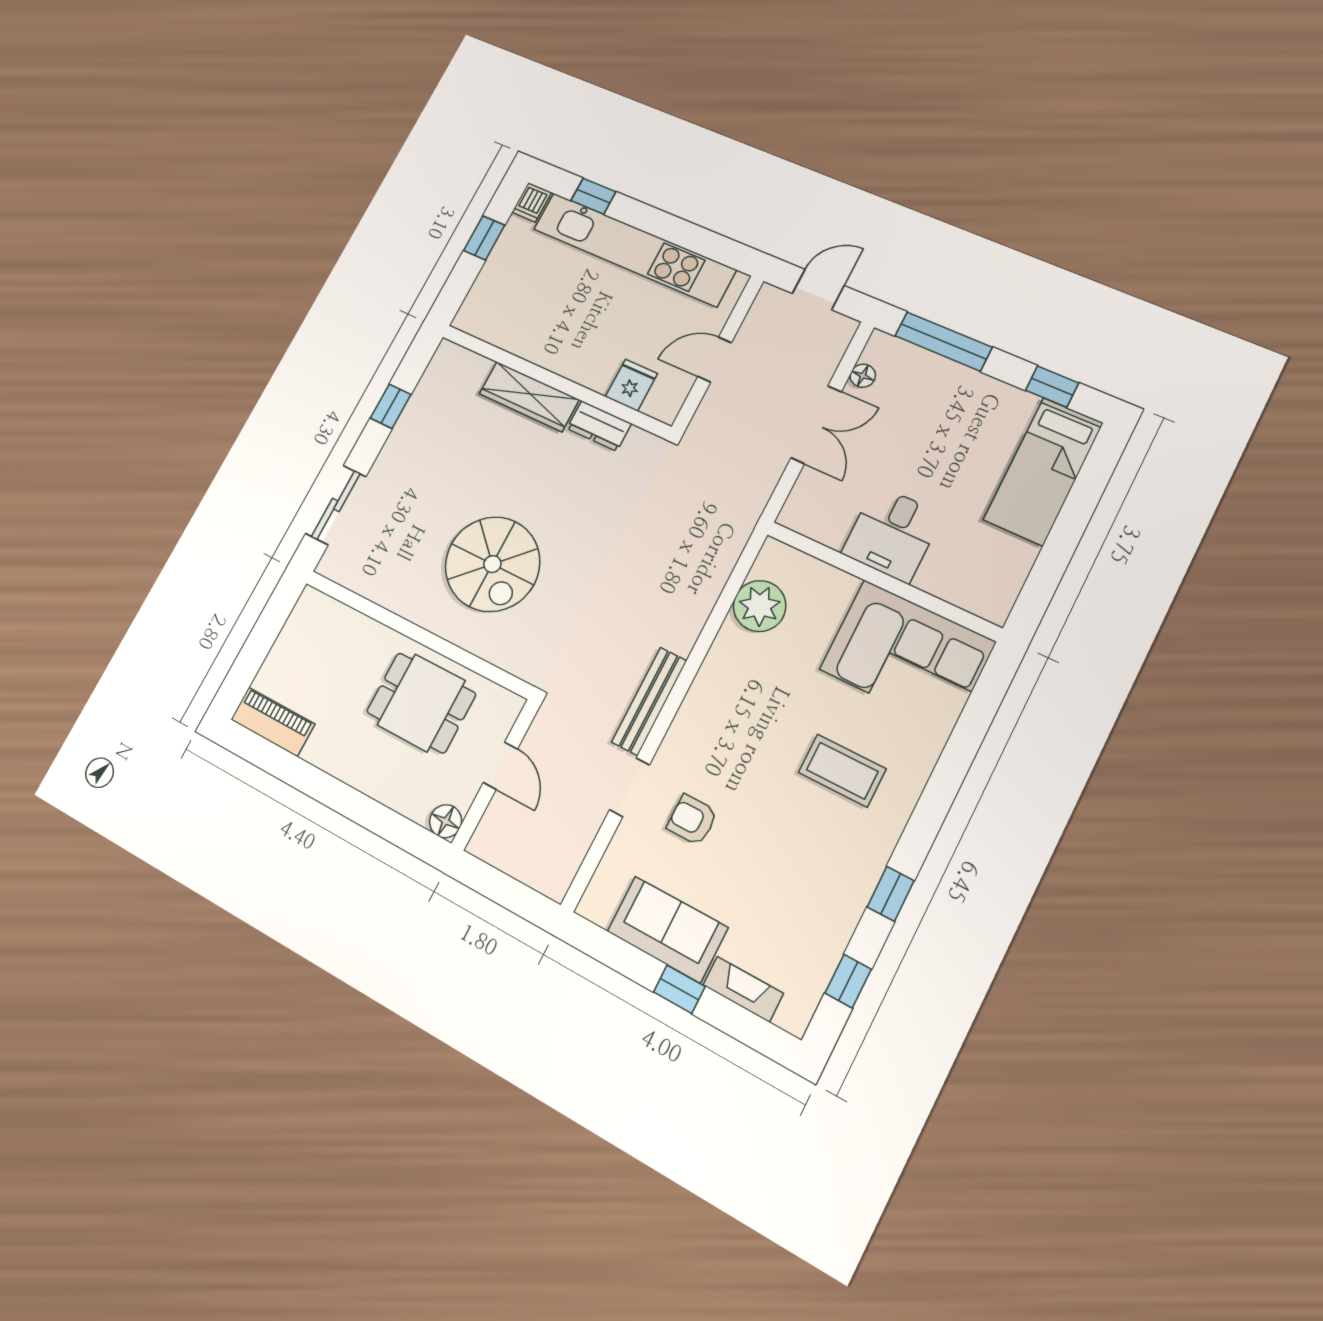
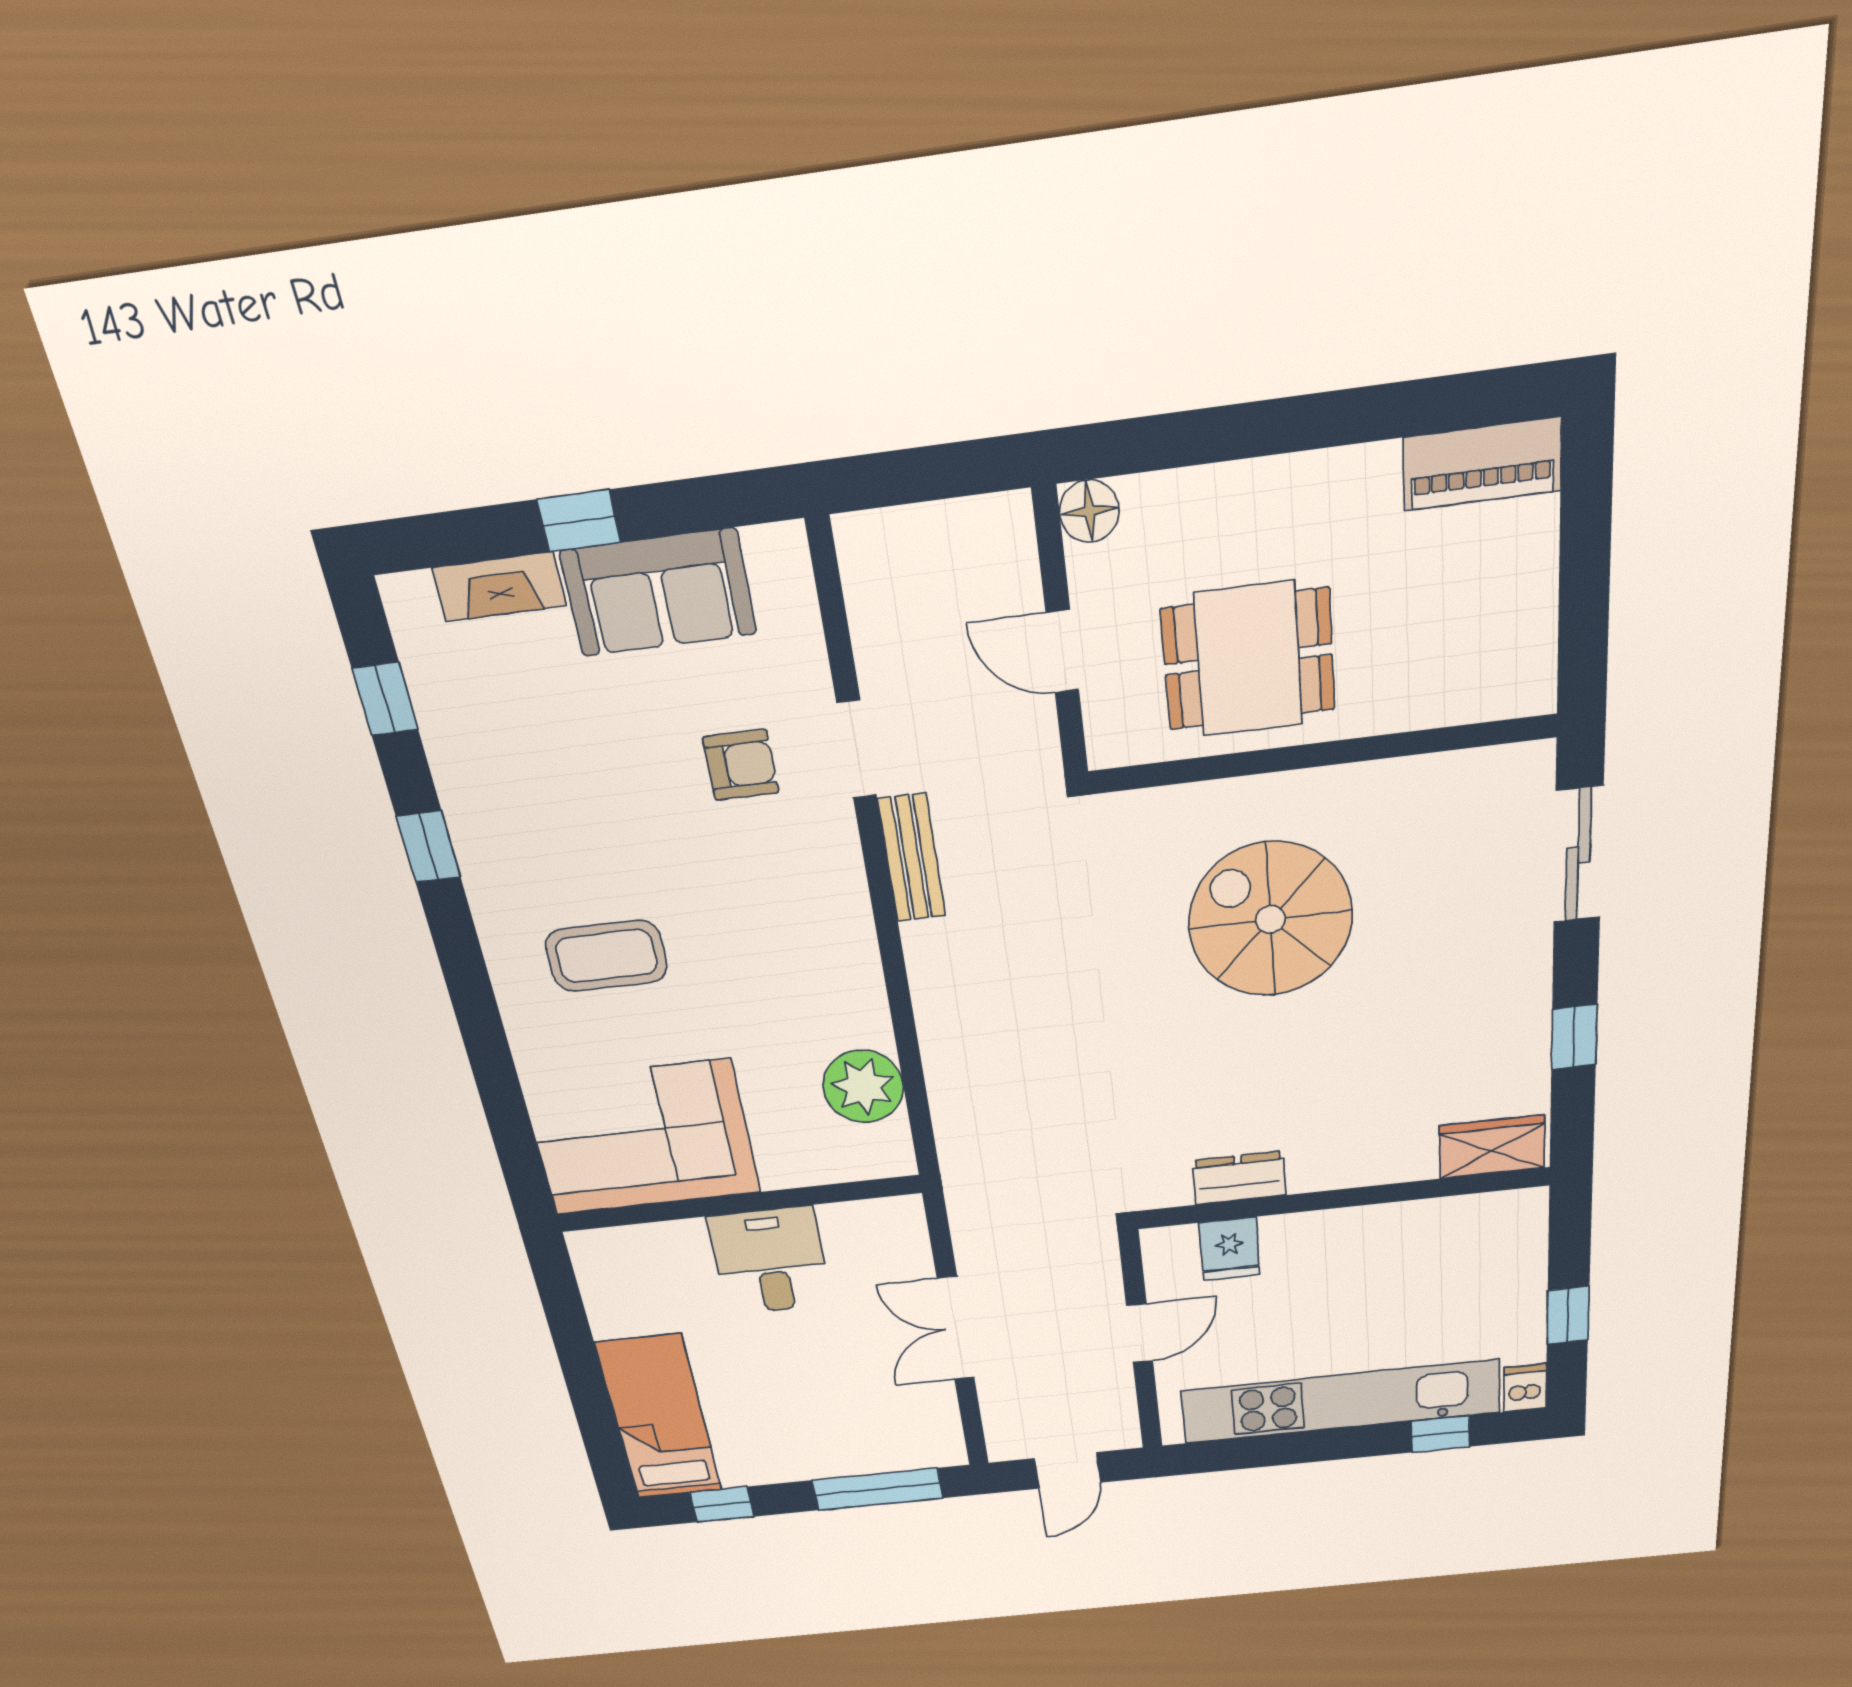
floor lamp: (863, 376) -> (942, 1408), removed
wardrobe: (529, 397) -> (1492, 1147), moved, width x0.67
bench: (649, 701) -> (912, 858), width x0.73

